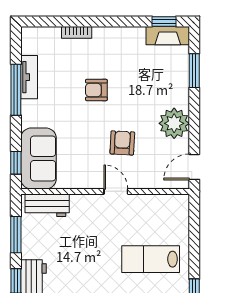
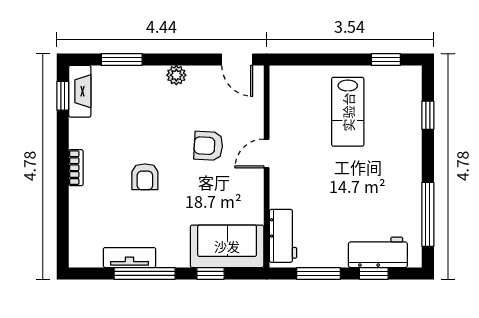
bookcase: (77, 32) -> (76, 168), moved
plant: (174, 123) -> (176, 75), width x0.53, depth x0.53
window: (16, 163) -> (211, 273), moved

